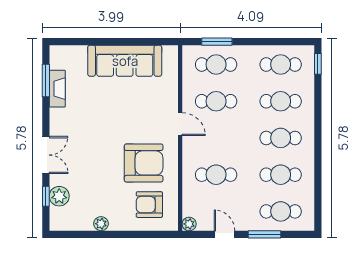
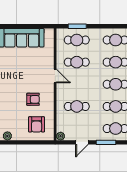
armchair: (144, 163) -> (33, 99), width x0.53, depth x0.53
armchair: (149, 205) -> (37, 124), turned -90
door: (224, 234) -> (82, 142), swing flipped

